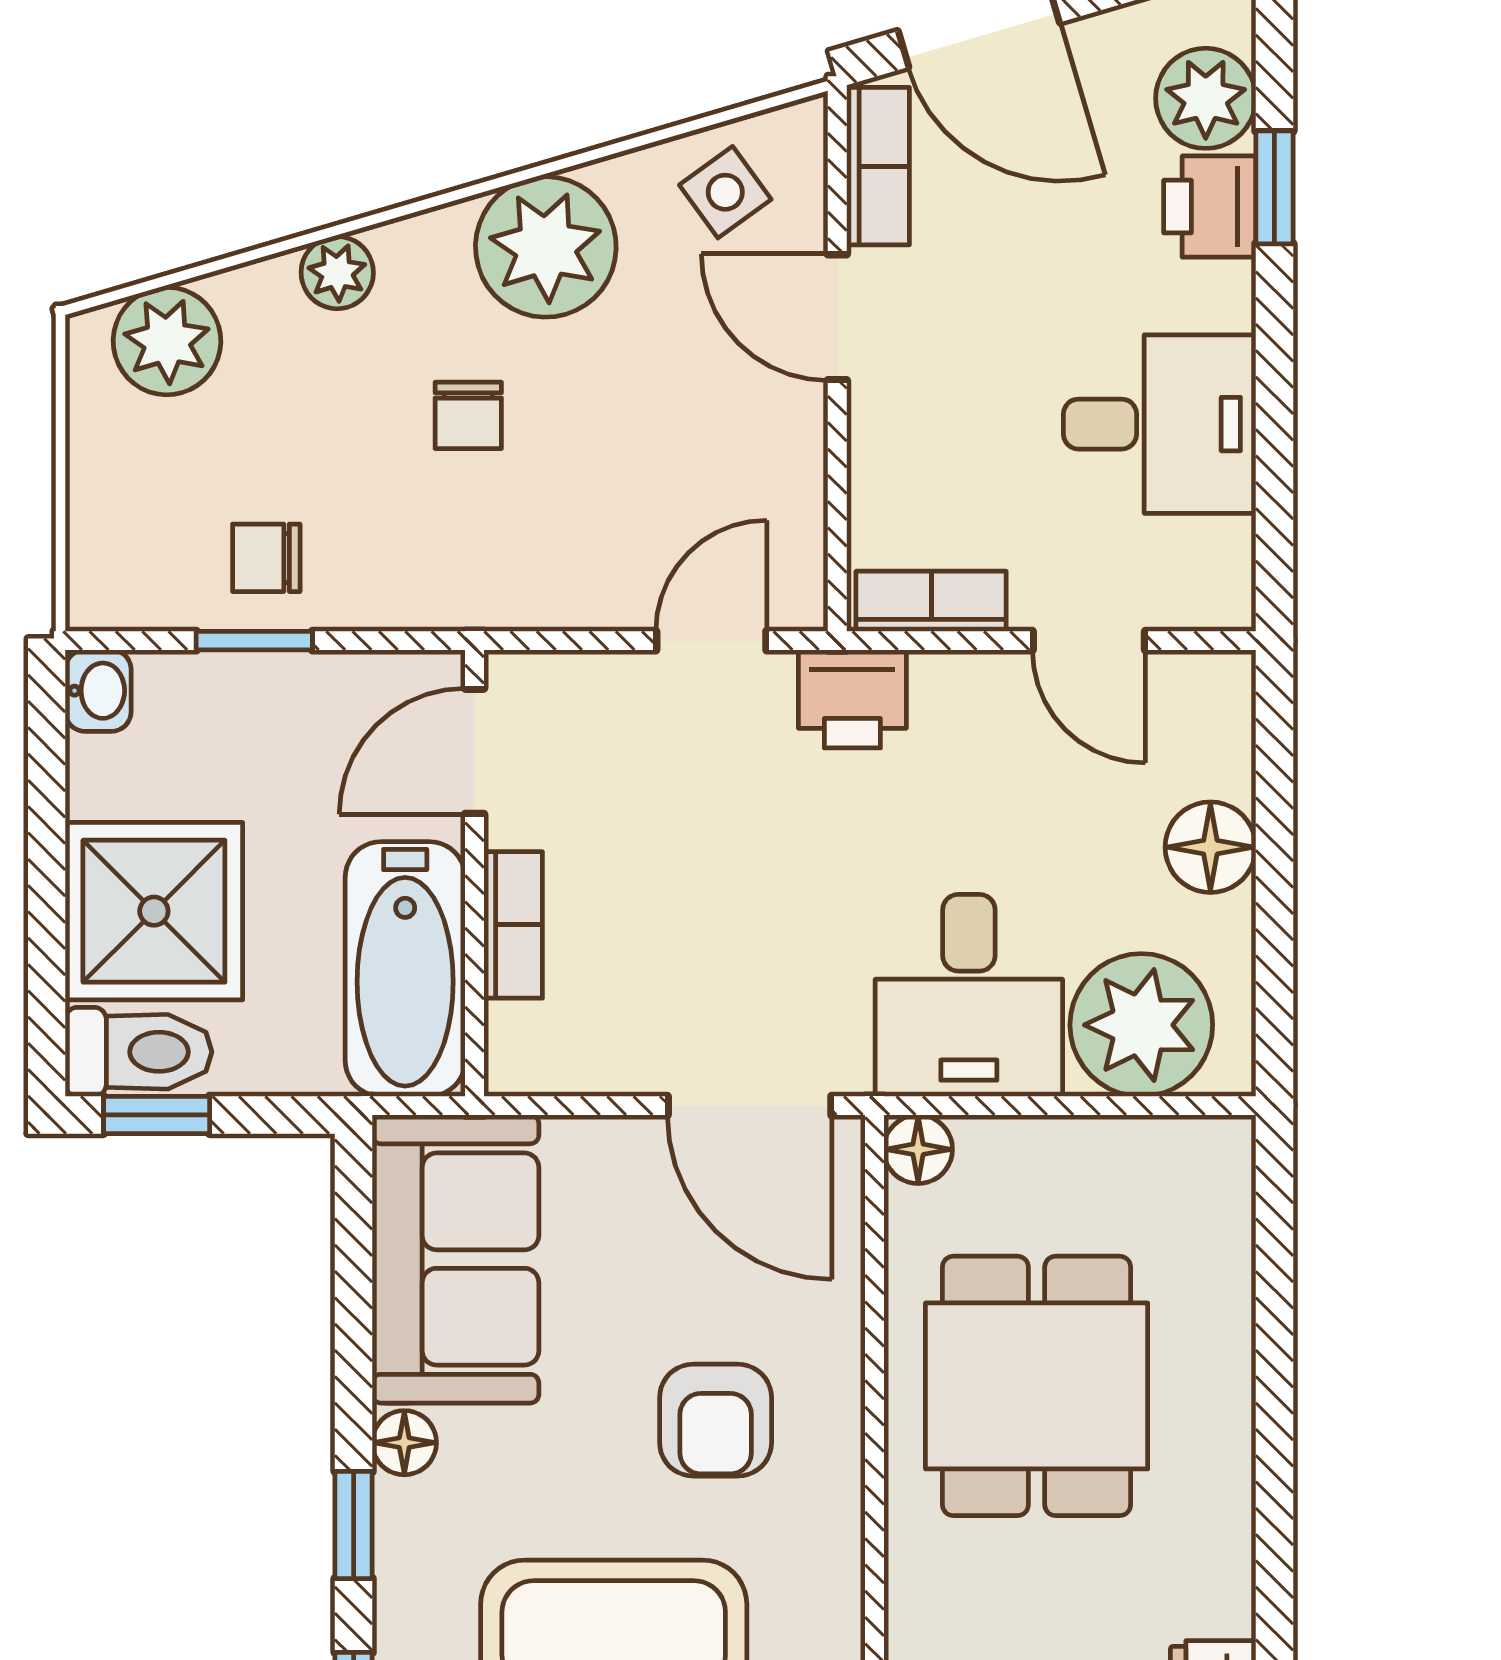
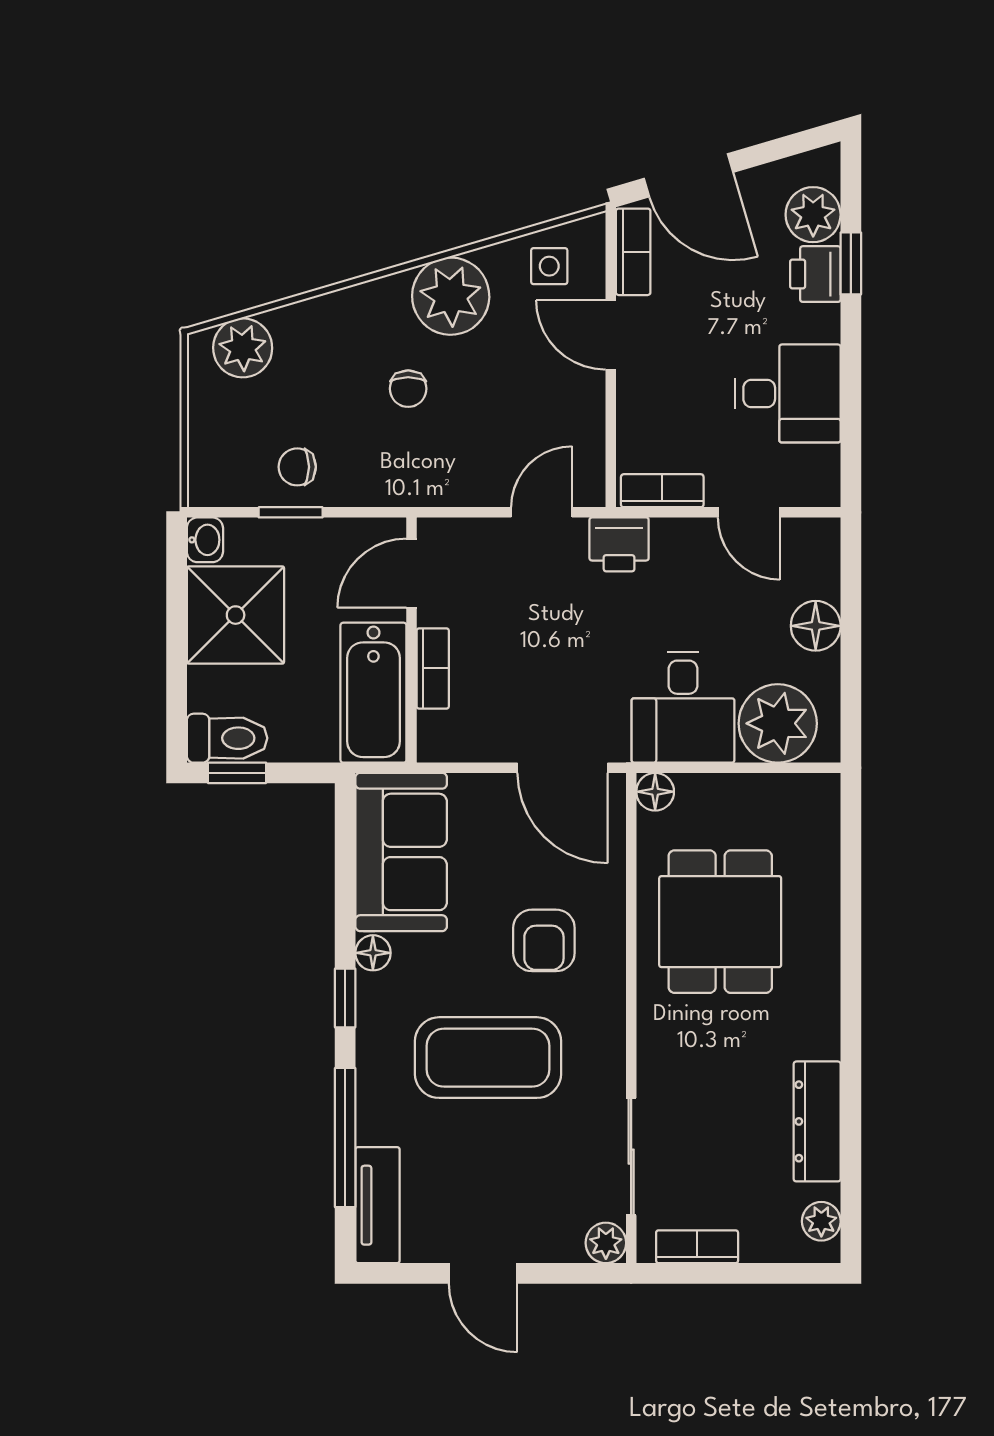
side table: (725, 192) -> (549, 266), turned 36
plant: (337, 273) -> (336, 310), removed
shower: (154, 911) -> (236, 615), moved

